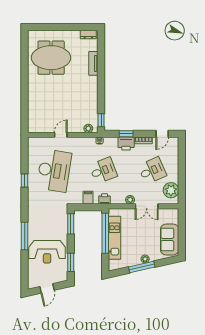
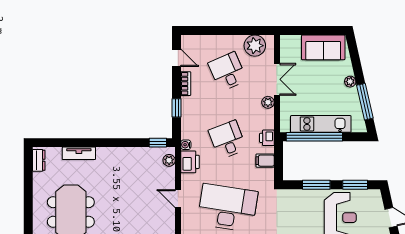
printer: (126, 144) -> (190, 162), moved
window: (71, 224) -> (316, 185), moved
window: (142, 267) -> (365, 102), moved

